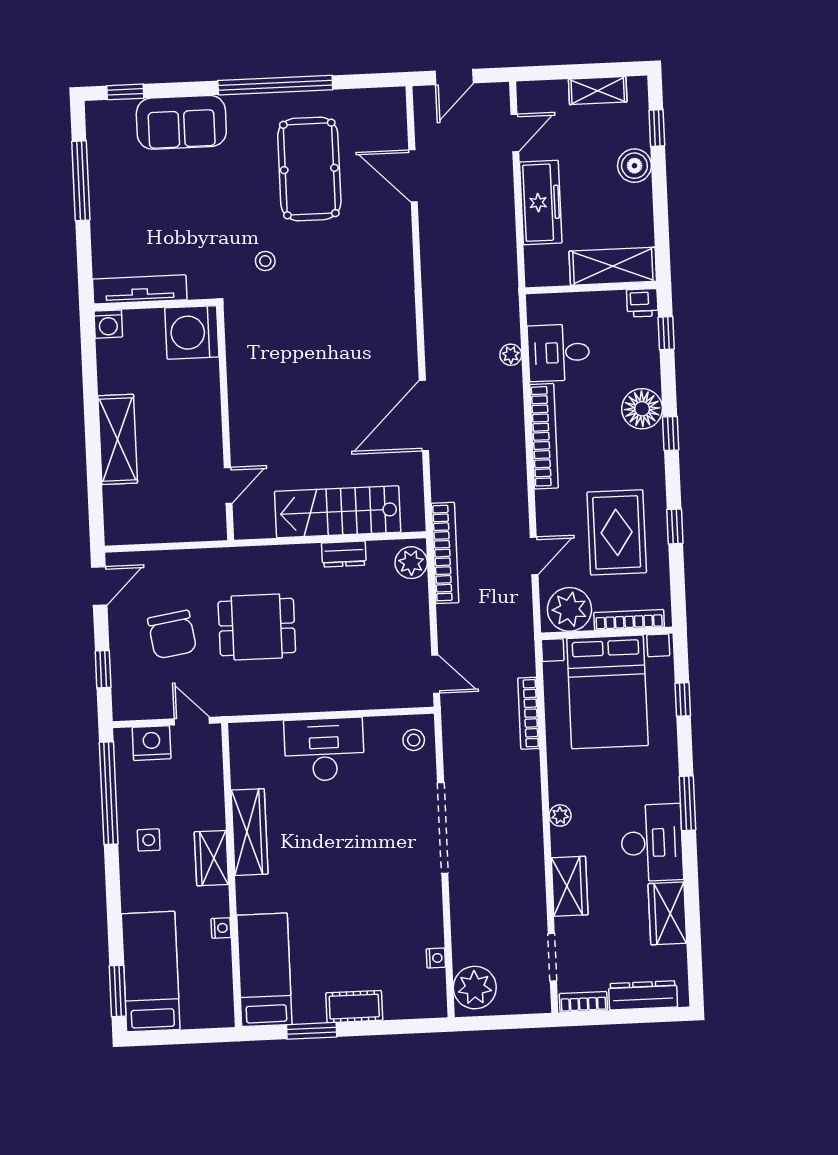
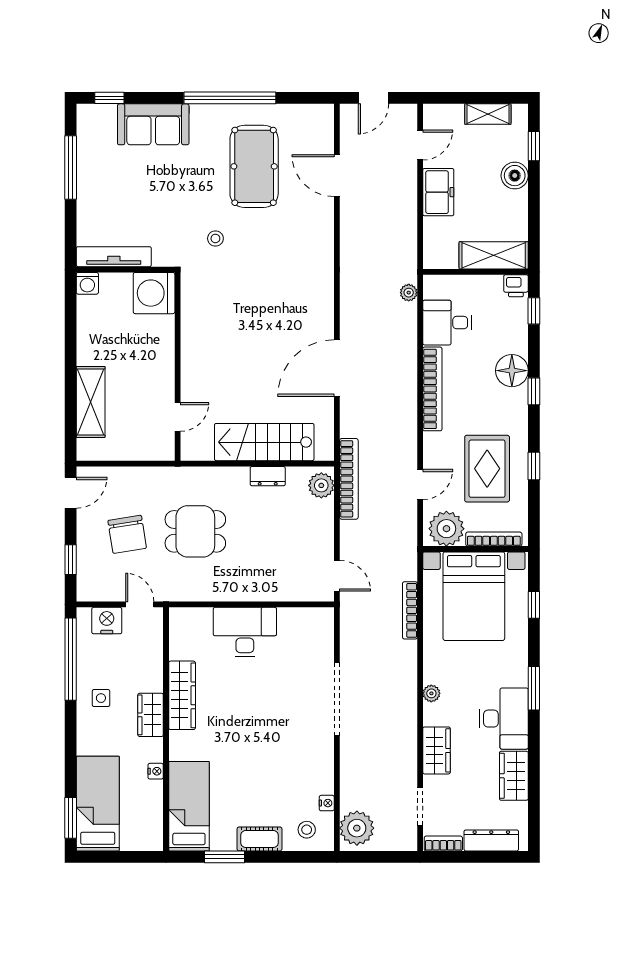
freezer: (541, 203) -> (438, 192), width x0.71
plant: (511, 355) -> (409, 293), moved
shelving: (118, 439) -> (91, 402), moved
stool: (414, 740) -> (307, 830), moved

